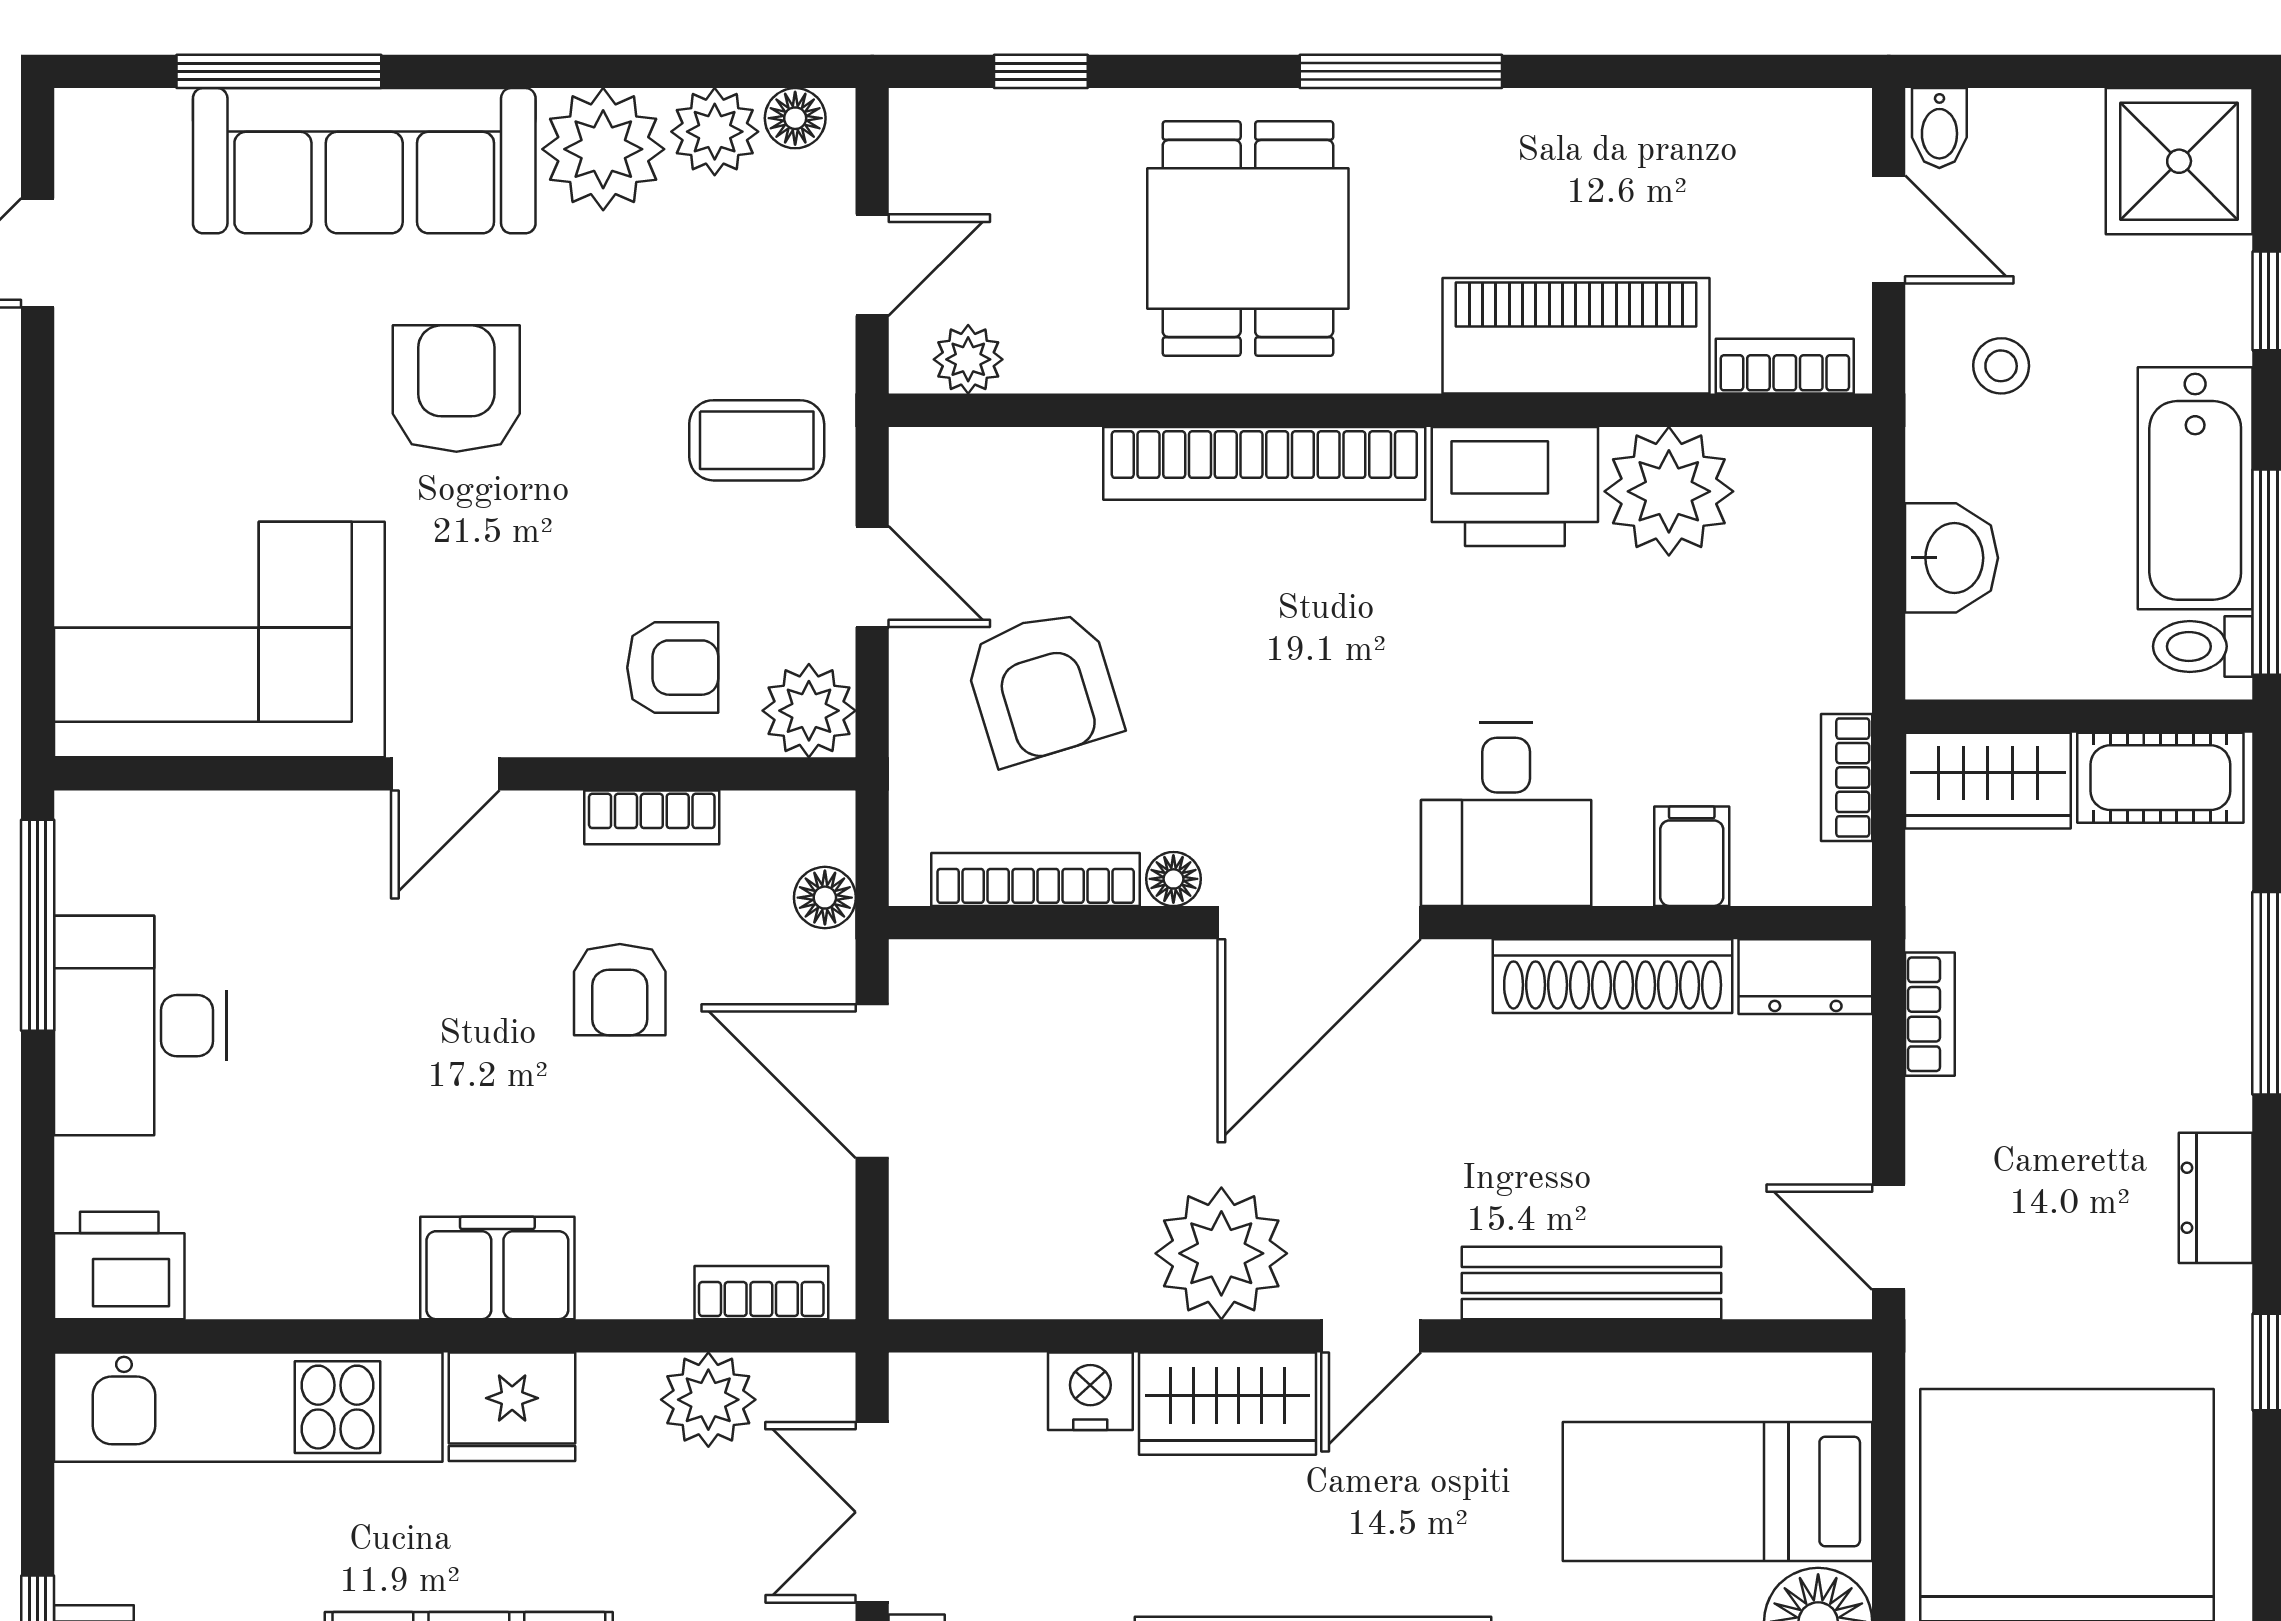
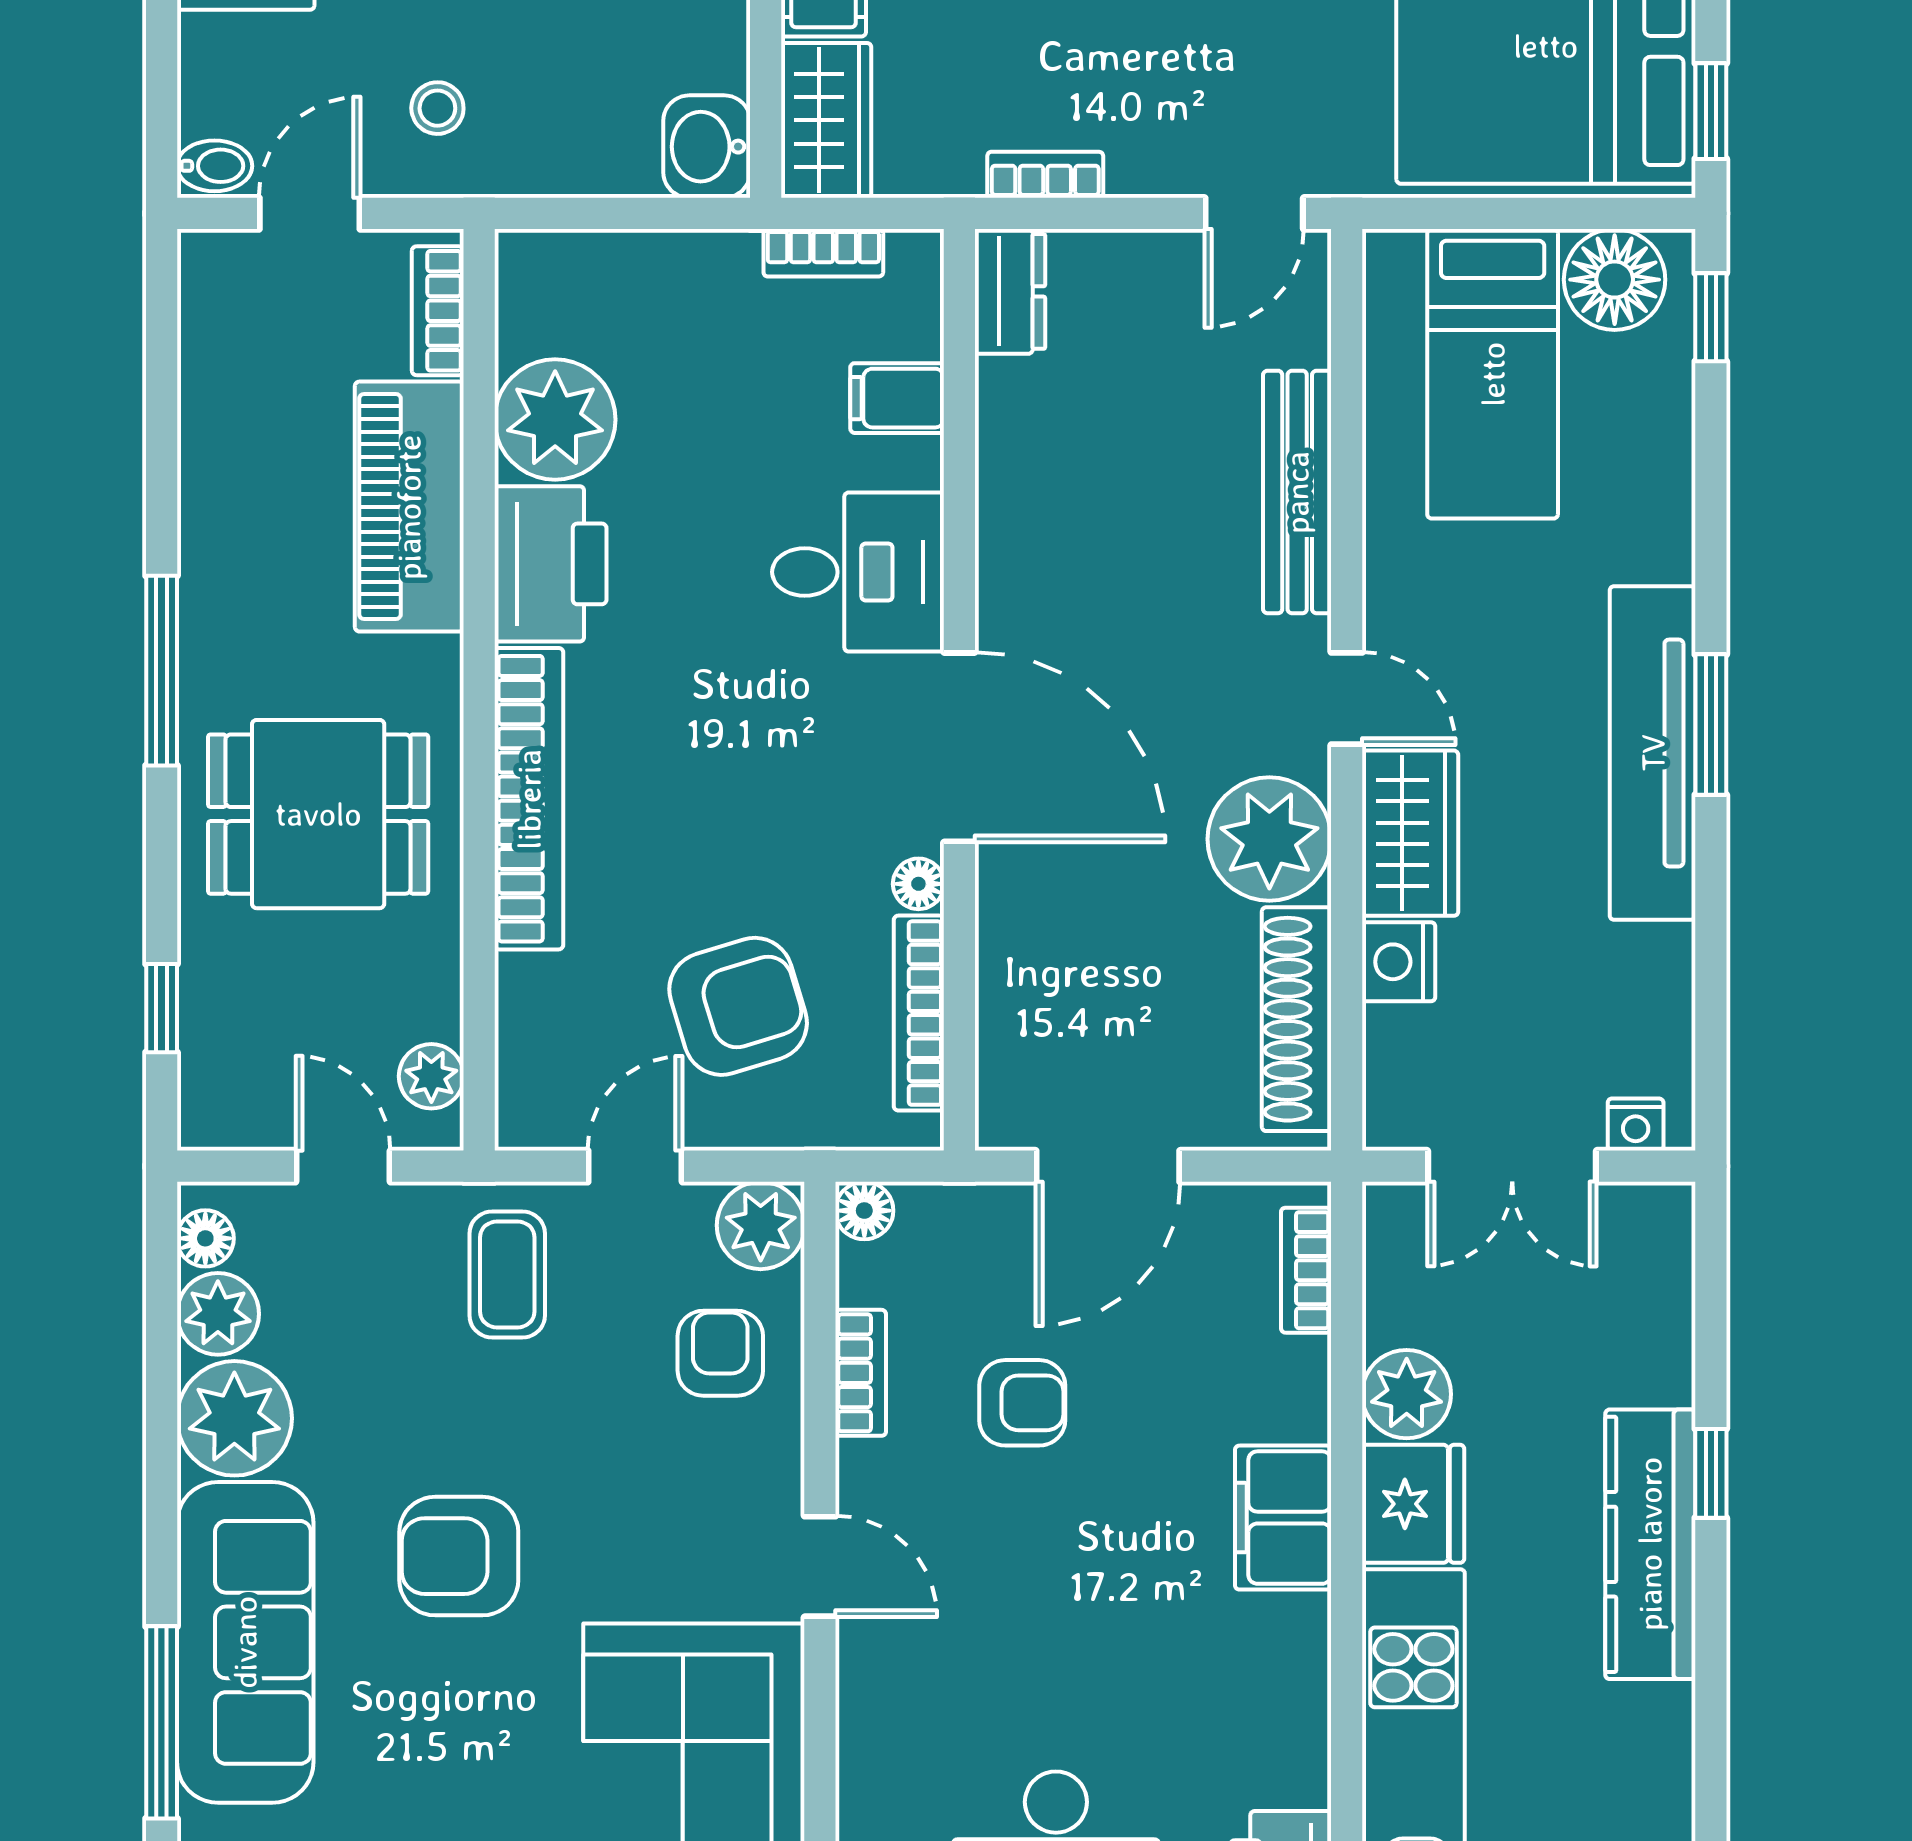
washbasin: (1952, 558) -> (707, 147), moved, turned -90
floor lamp: (825, 898) -> (864, 1211), moved
shoe rack: (1613, 976) -> (1297, 1019), moved, turned 180
plant: (708, 1400) -> (1407, 1394), moved

